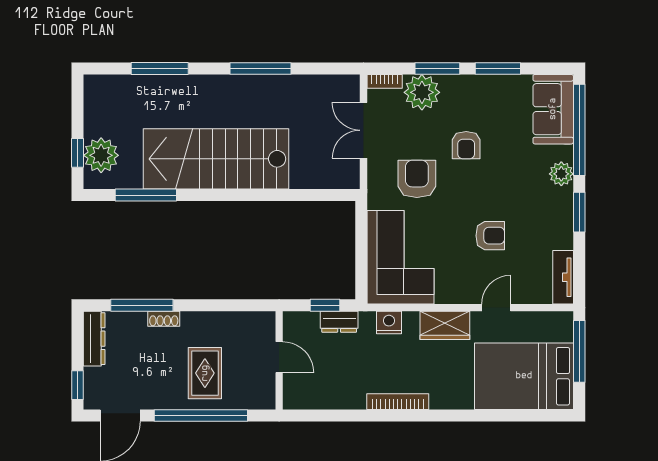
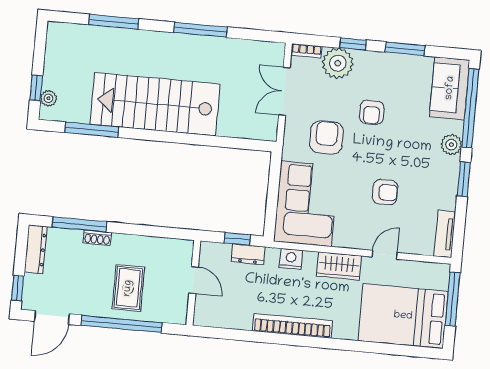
window: (437, 68) -> (353, 44), width x0.67
plant: (101, 155) -> (48, 98), width x0.53, depth x0.53
bookcase: (398, 402) -> (292, 326), width x1.48, depth x1.31

